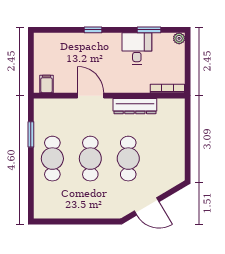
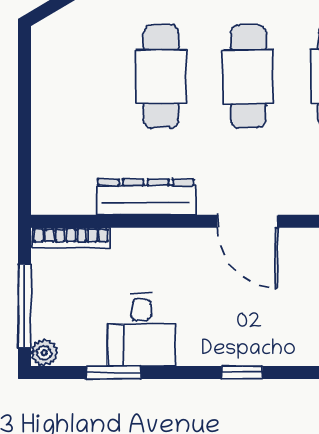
window: (188, 59) -> (25, 306), added

